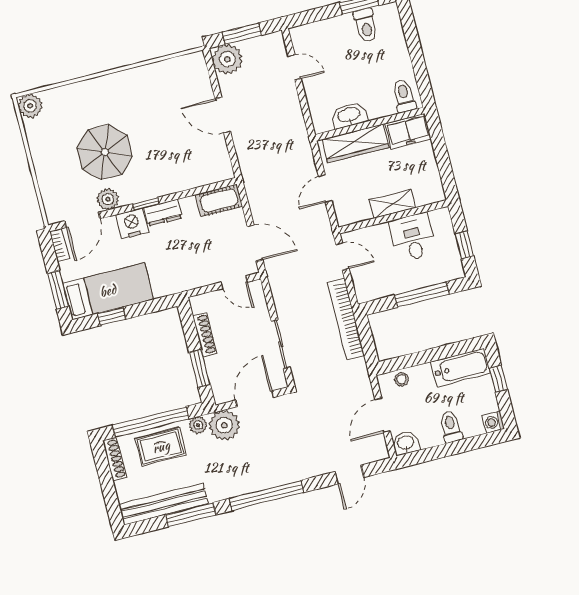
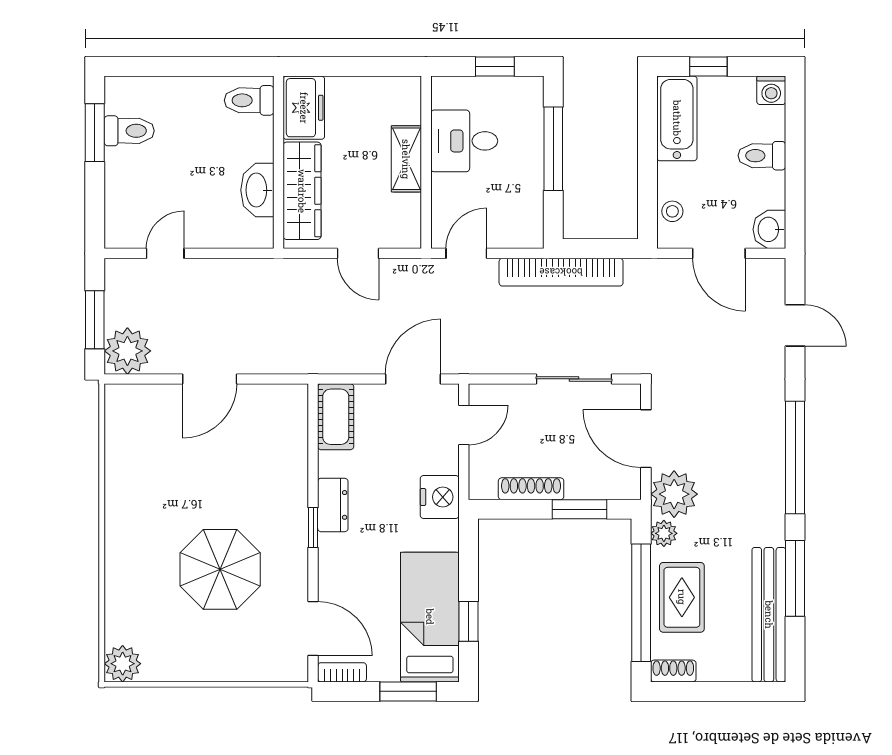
plant: (108, 199) -> (292, 583), removed
nightstand: (132, 223) -> (440, 497), moved, turned 180
shoe rack: (115, 459) -> (673, 671), width x0.70

